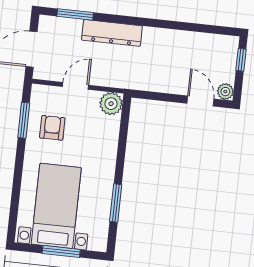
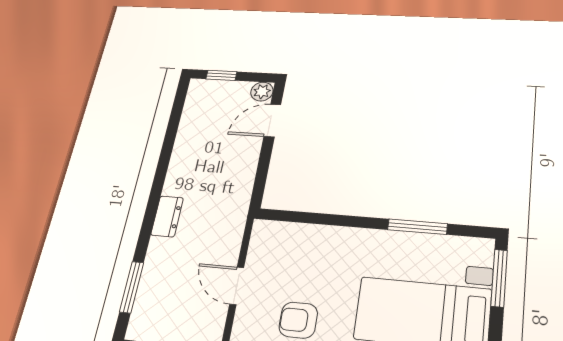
dresser: (112, 33) -> (167, 216), width x0.51, depth x0.80
plant: (111, 104) -> (267, 236), removed
window: (61, 251) -> (499, 278), moved

